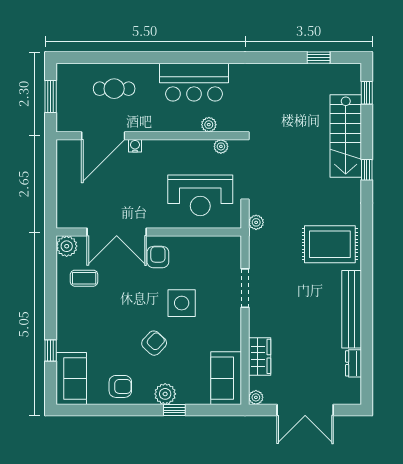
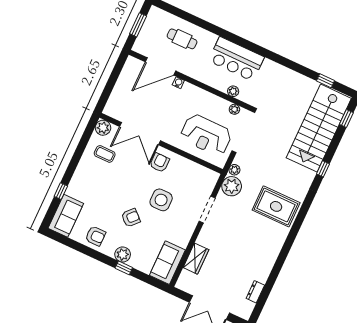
stairs: (346, 136) -> (319, 128), width x1.36, depth x1.51
bench: (352, 309) -> (271, 256), removed
plant: (256, 397) -> (232, 186), moved, width x1.88, depth x1.88

